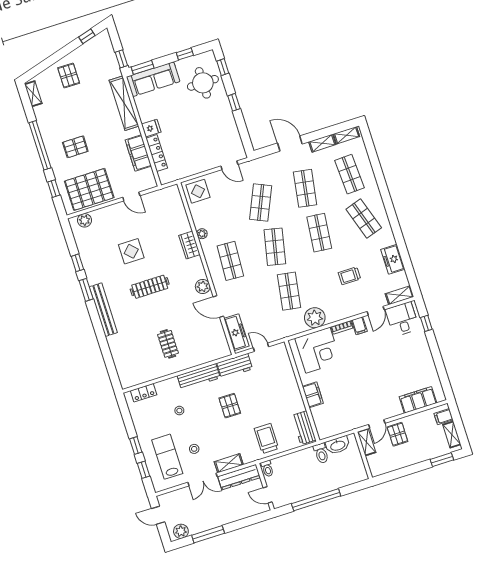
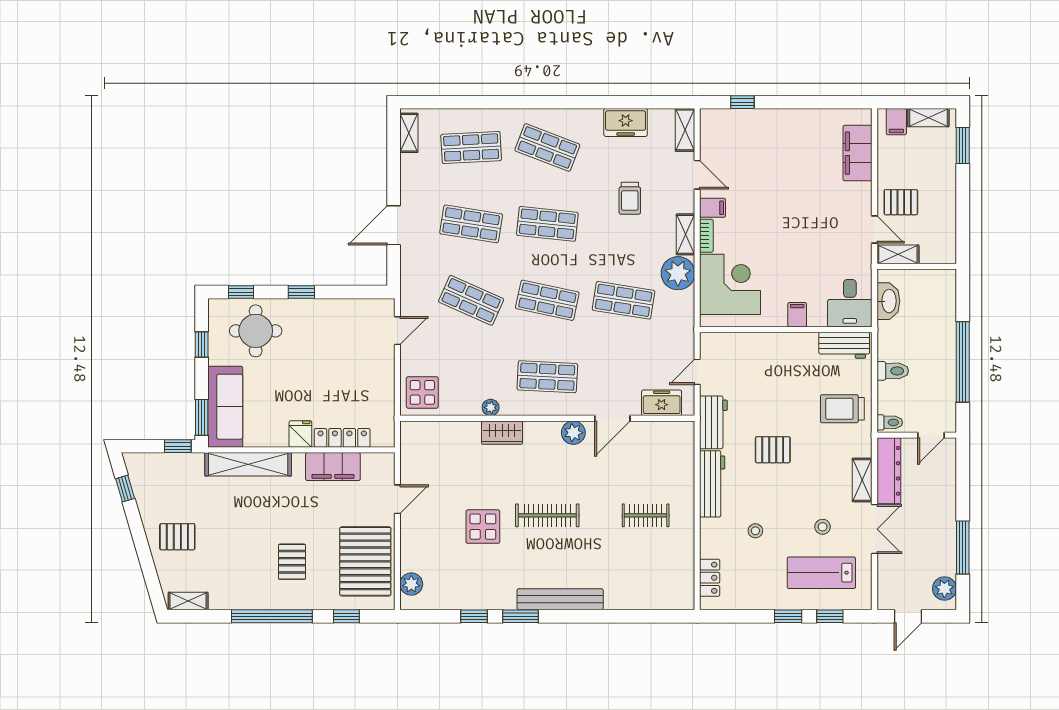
shelving: (322, 143) -> (685, 234), moved
shop shelf: (364, 218) -> (547, 147), turned 39
clothes rail: (150, 287) -> (547, 515), turned 90
desk: (402, 319) -> (850, 303), moved, turned -90
freezer: (236, 332) -> (662, 403), width x0.71
filing cabinet: (313, 395) -> (797, 315), width x0.50
toilet: (321, 453) -> (893, 371), moved

